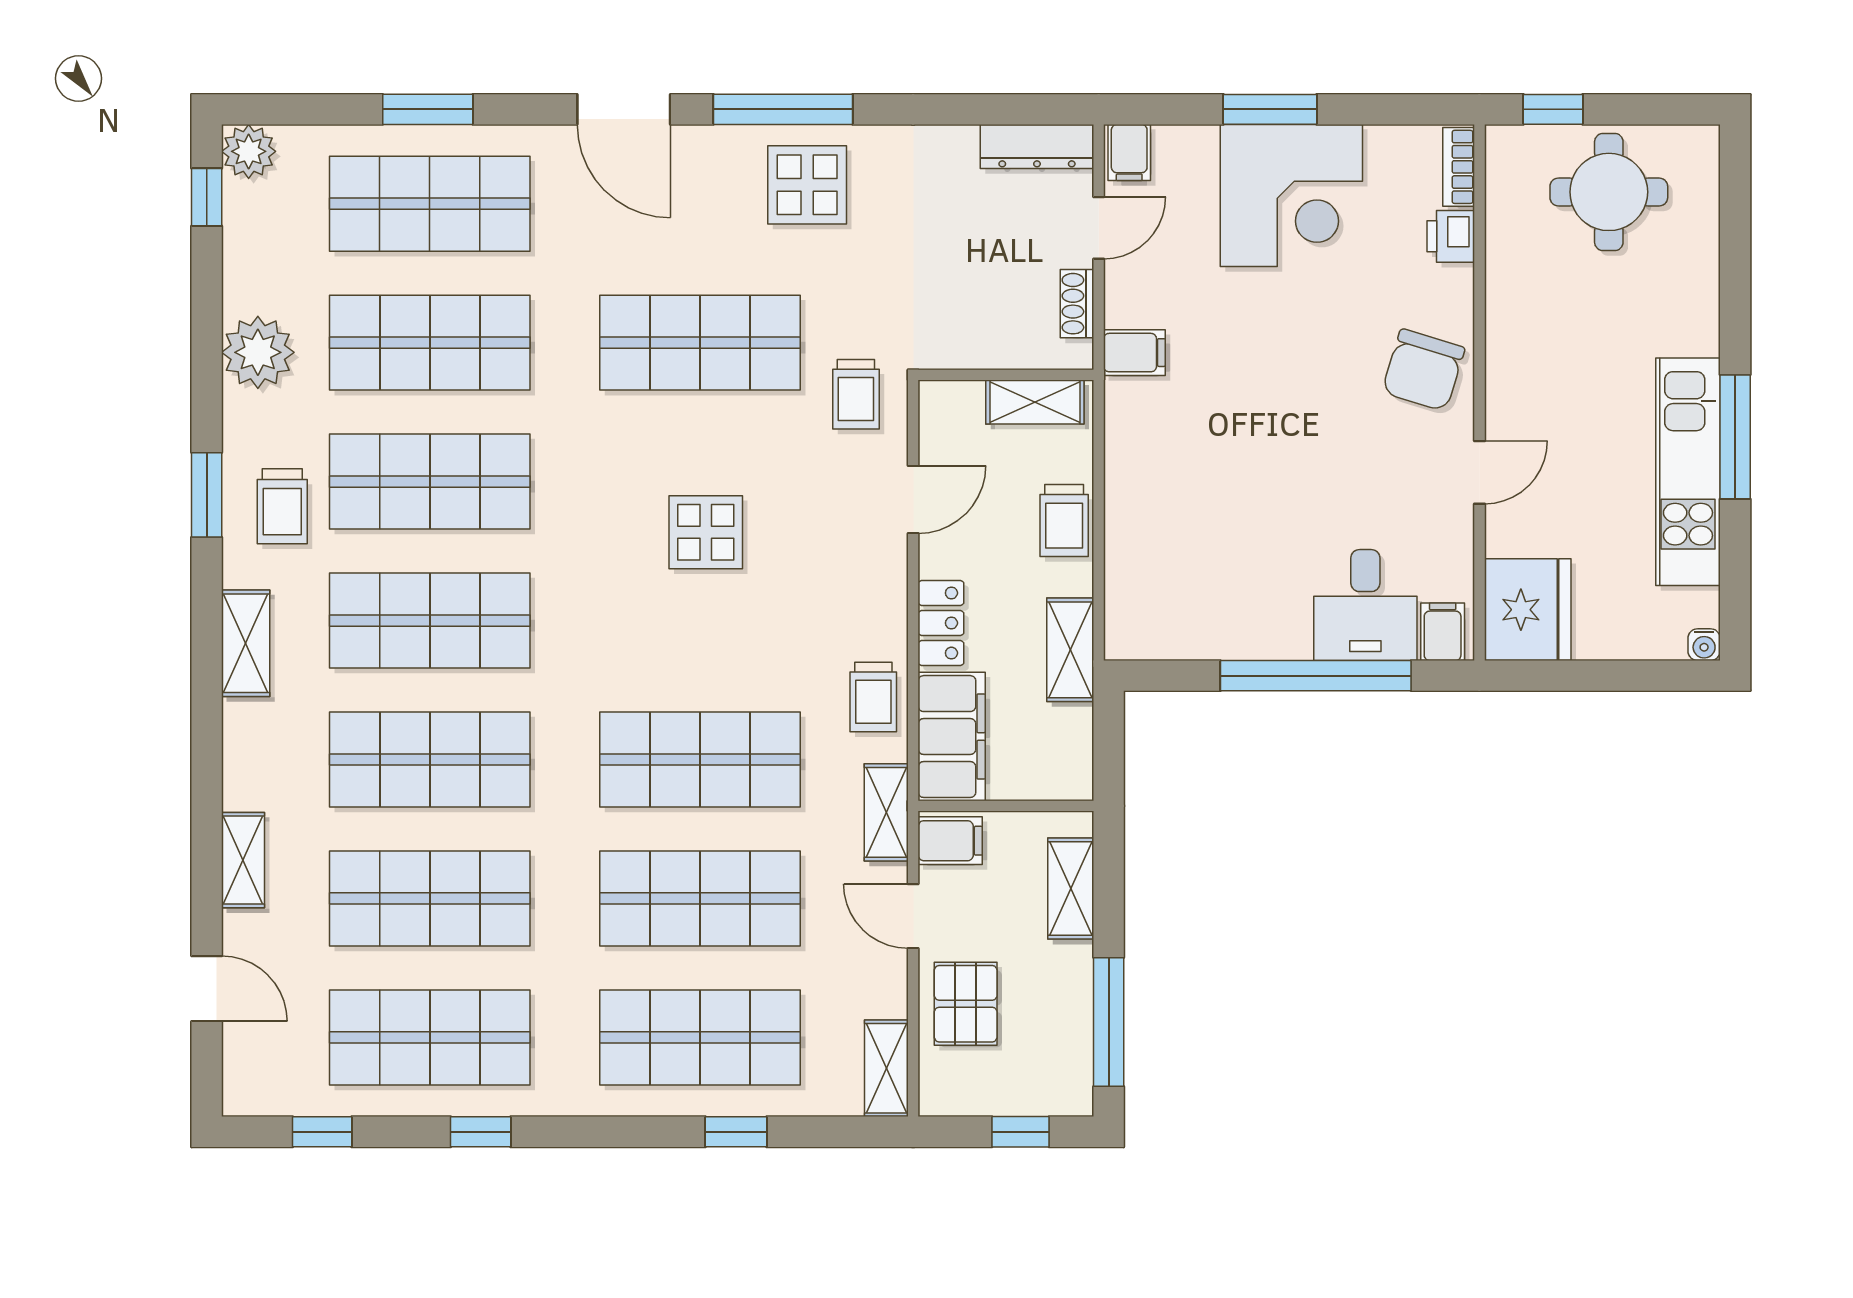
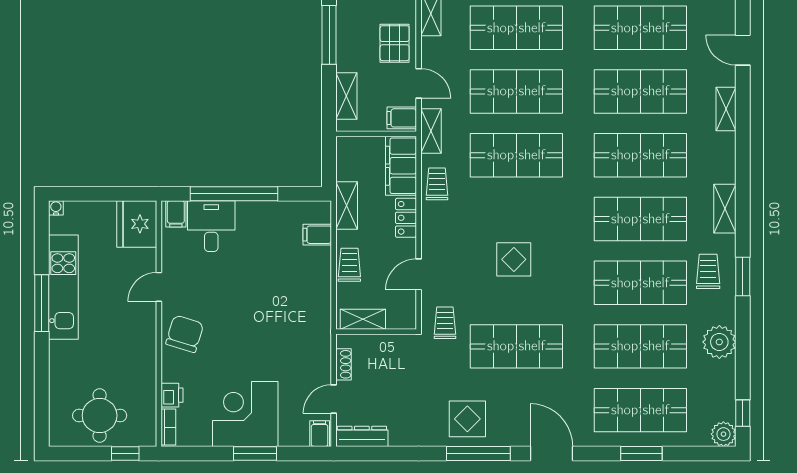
filing cabinet: (1134, 353) -> (317, 235), moved

